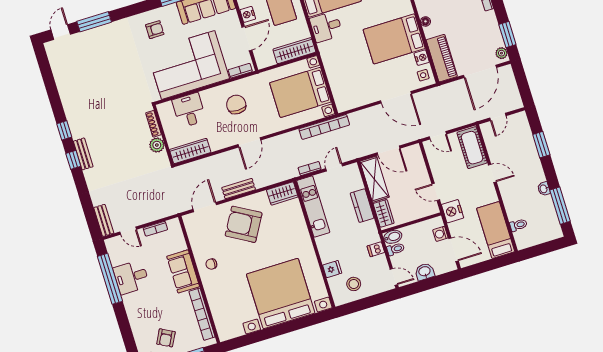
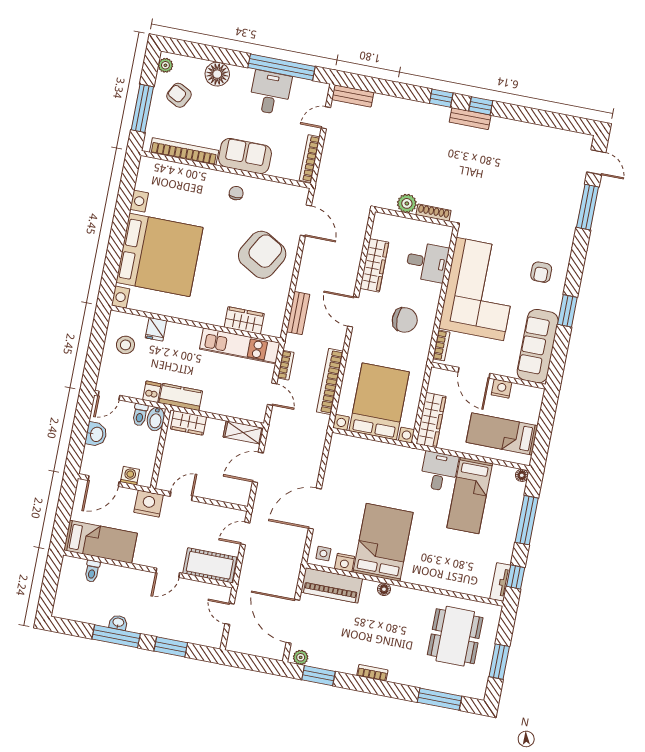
bookcase: (324, 127) -> (330, 381), moved
wardrobe: (190, 151) -> (374, 265), moved
bench: (83, 154) -> (470, 119), moved
shelving: (375, 179) -> (243, 432), width x0.67, depth x0.75
bench: (239, 189) -> (298, 313), moved
wardrobe: (282, 193) -> (244, 320), moved, turned 90
kitchen counter: (362, 206) -> (181, 397), moved
window: (560, 206) -> (116, 636), moved
bookcase: (155, 229) -> (310, 159), width x1.56
floor lamp: (138, 320) -> (217, 74), added

